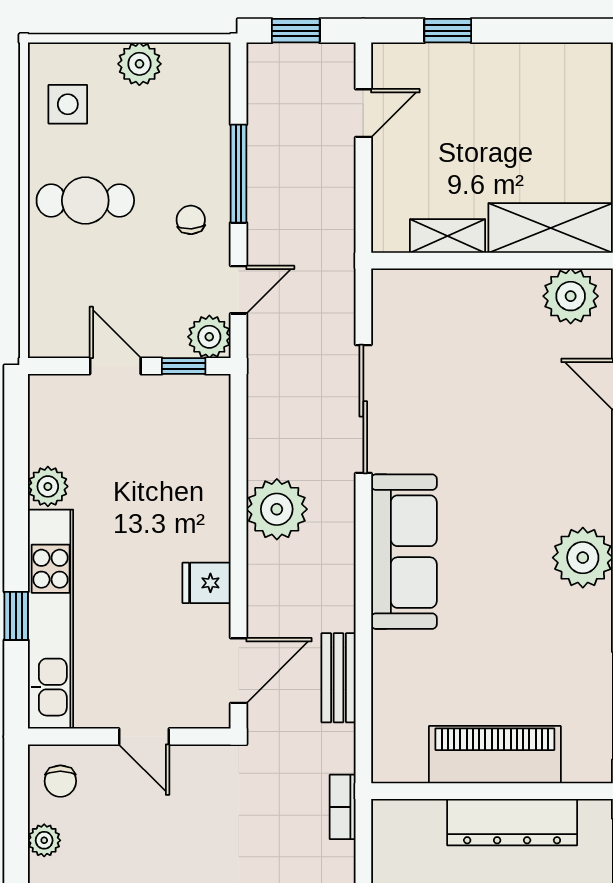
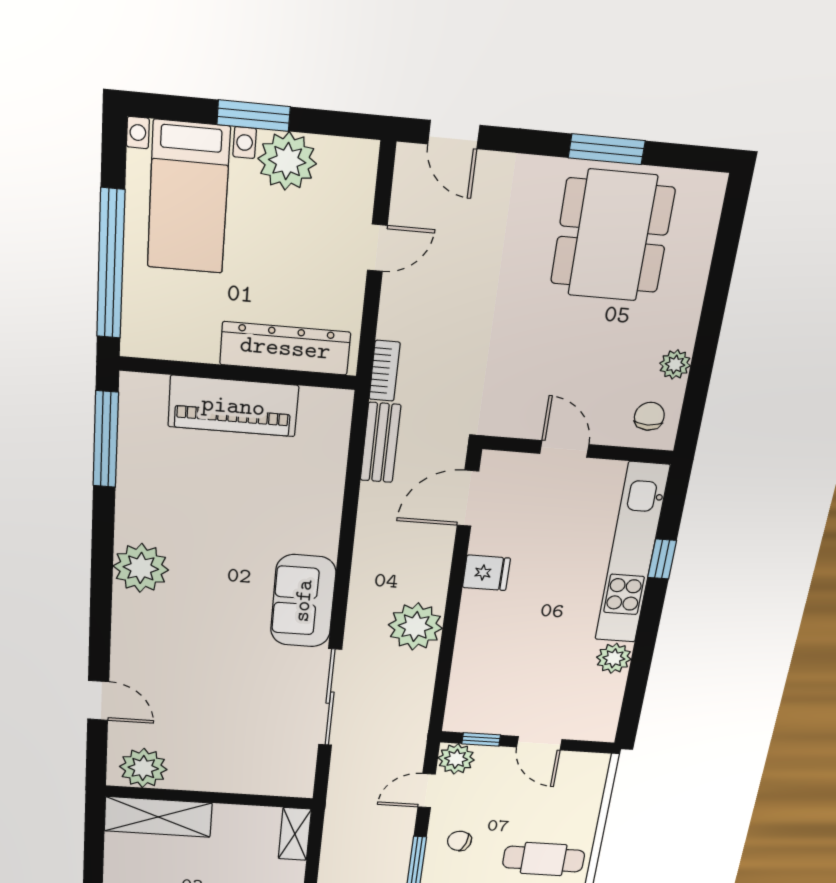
chair: (191, 220) -> (459, 841), turned 111
shelving: (448, 236) -> (295, 834), moved, turned 90
sofa: (404, 552) -> (303, 601), width x0.73
bench: (338, 678) -> (380, 443), moved
dresser: (512, 822) -> (285, 348), moved

